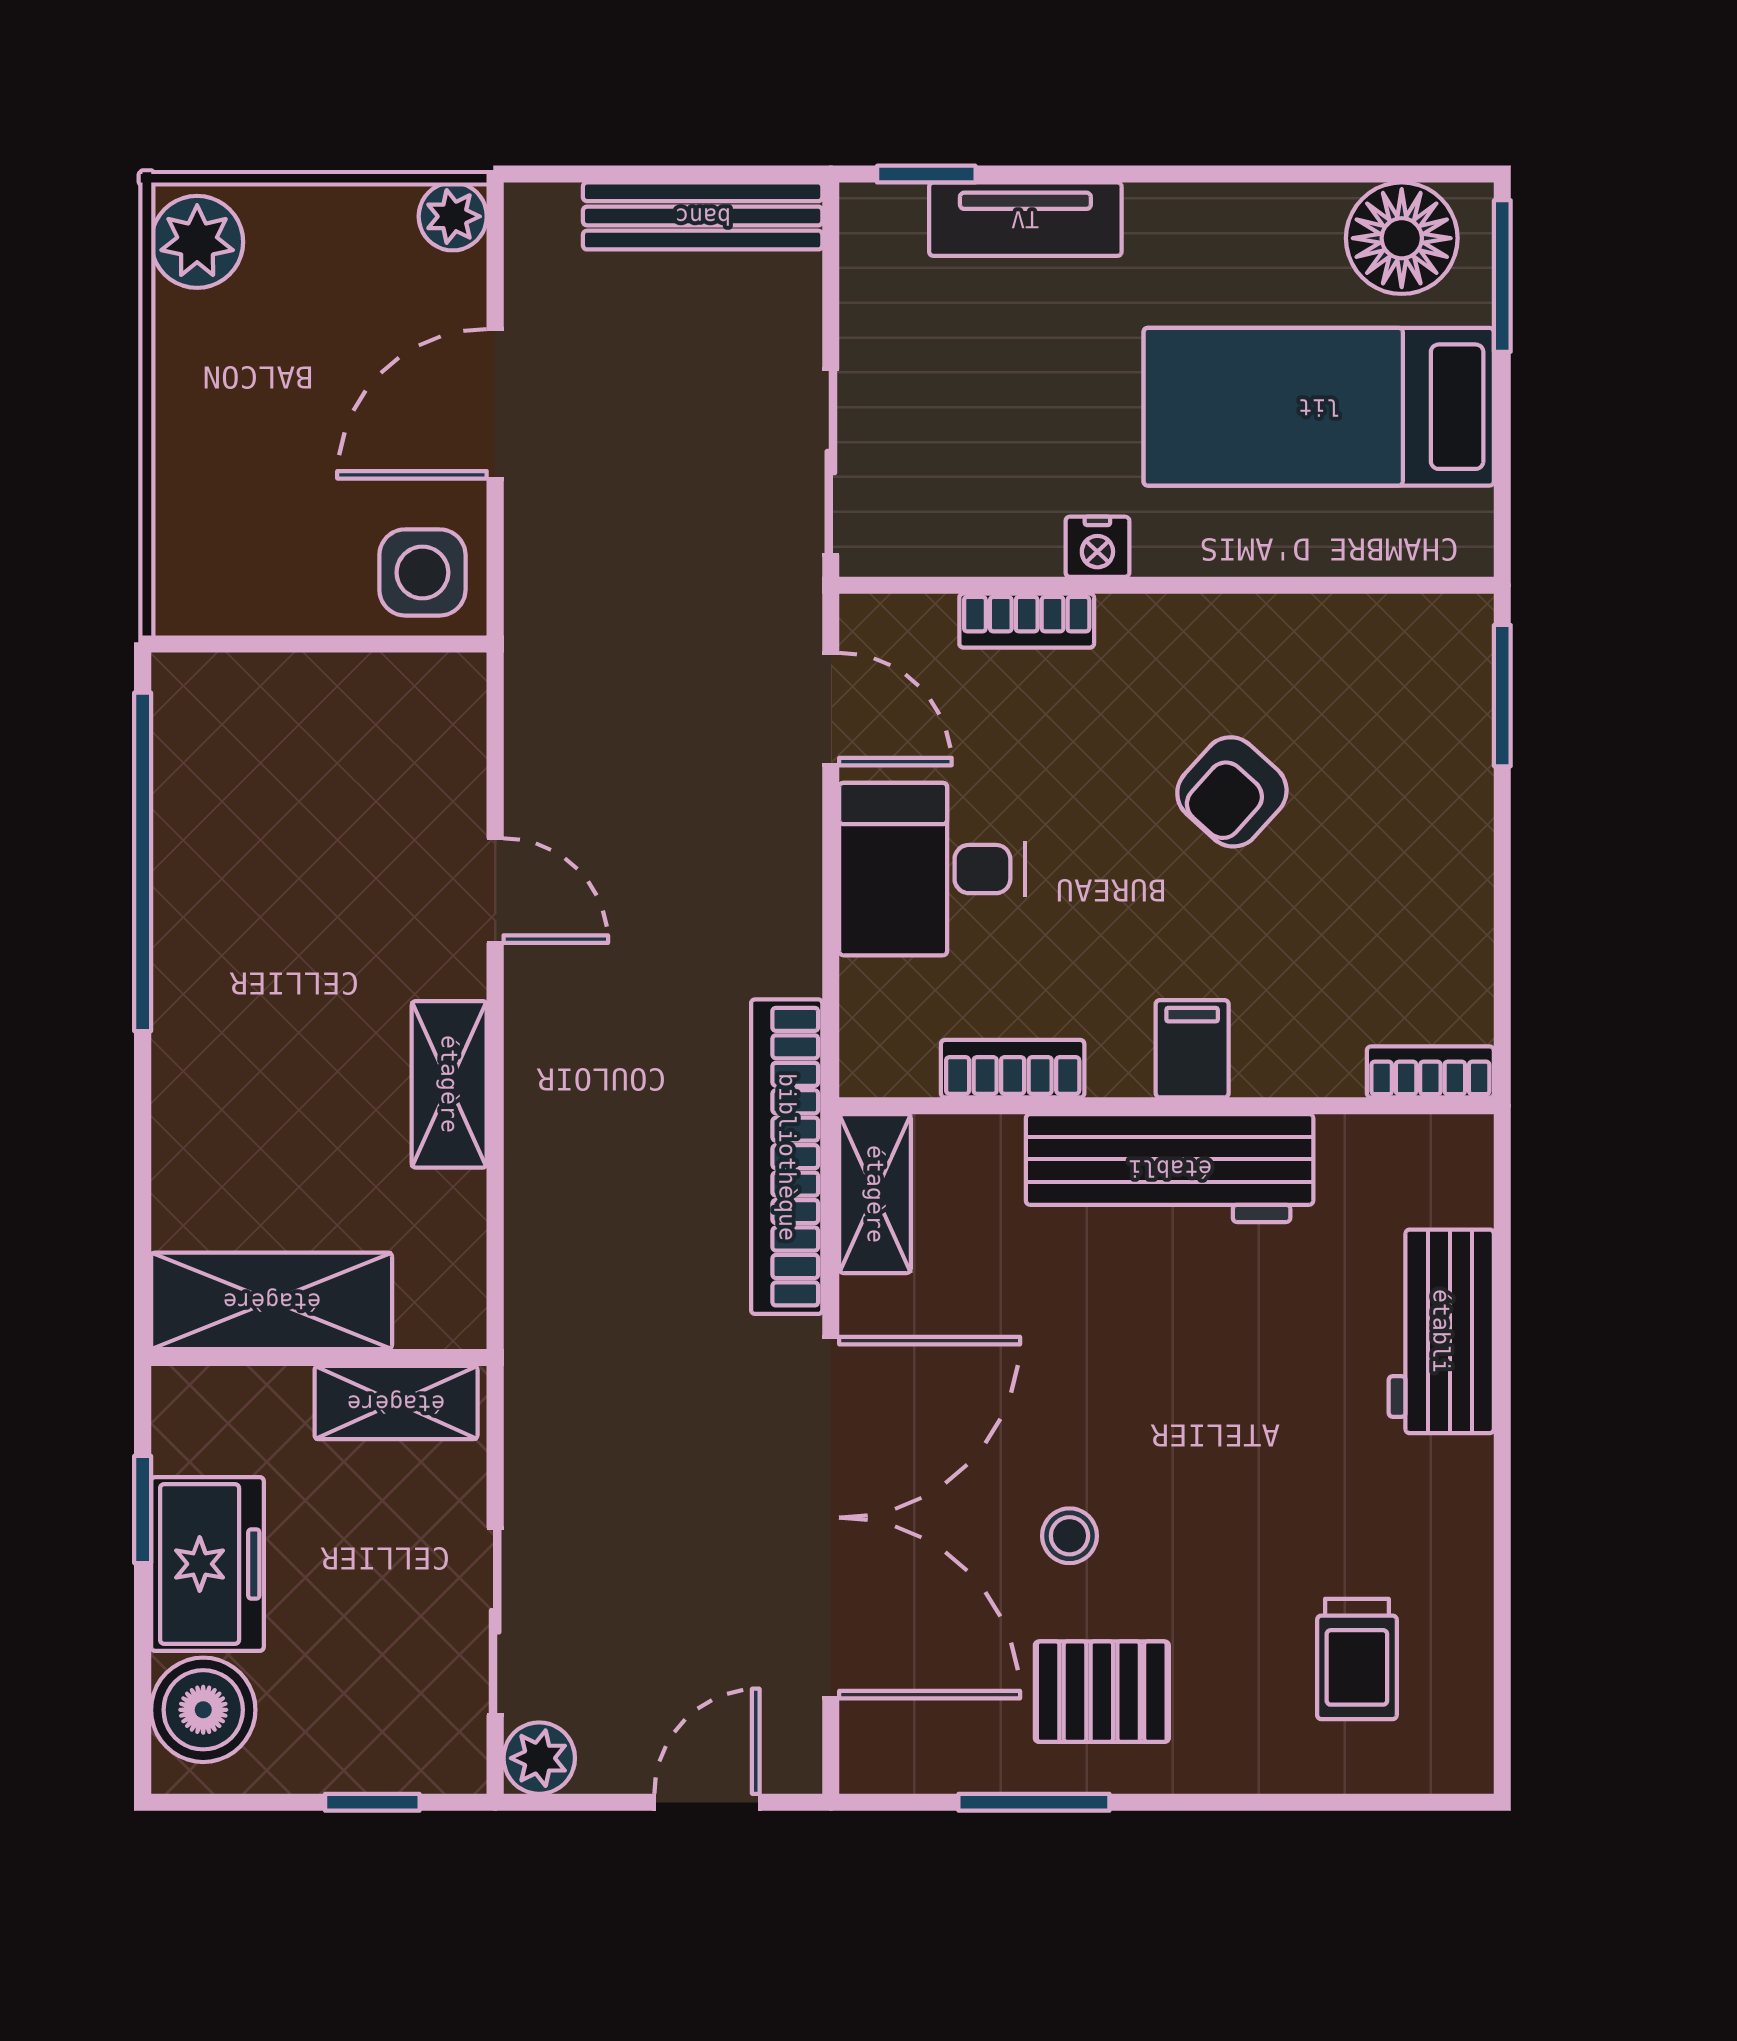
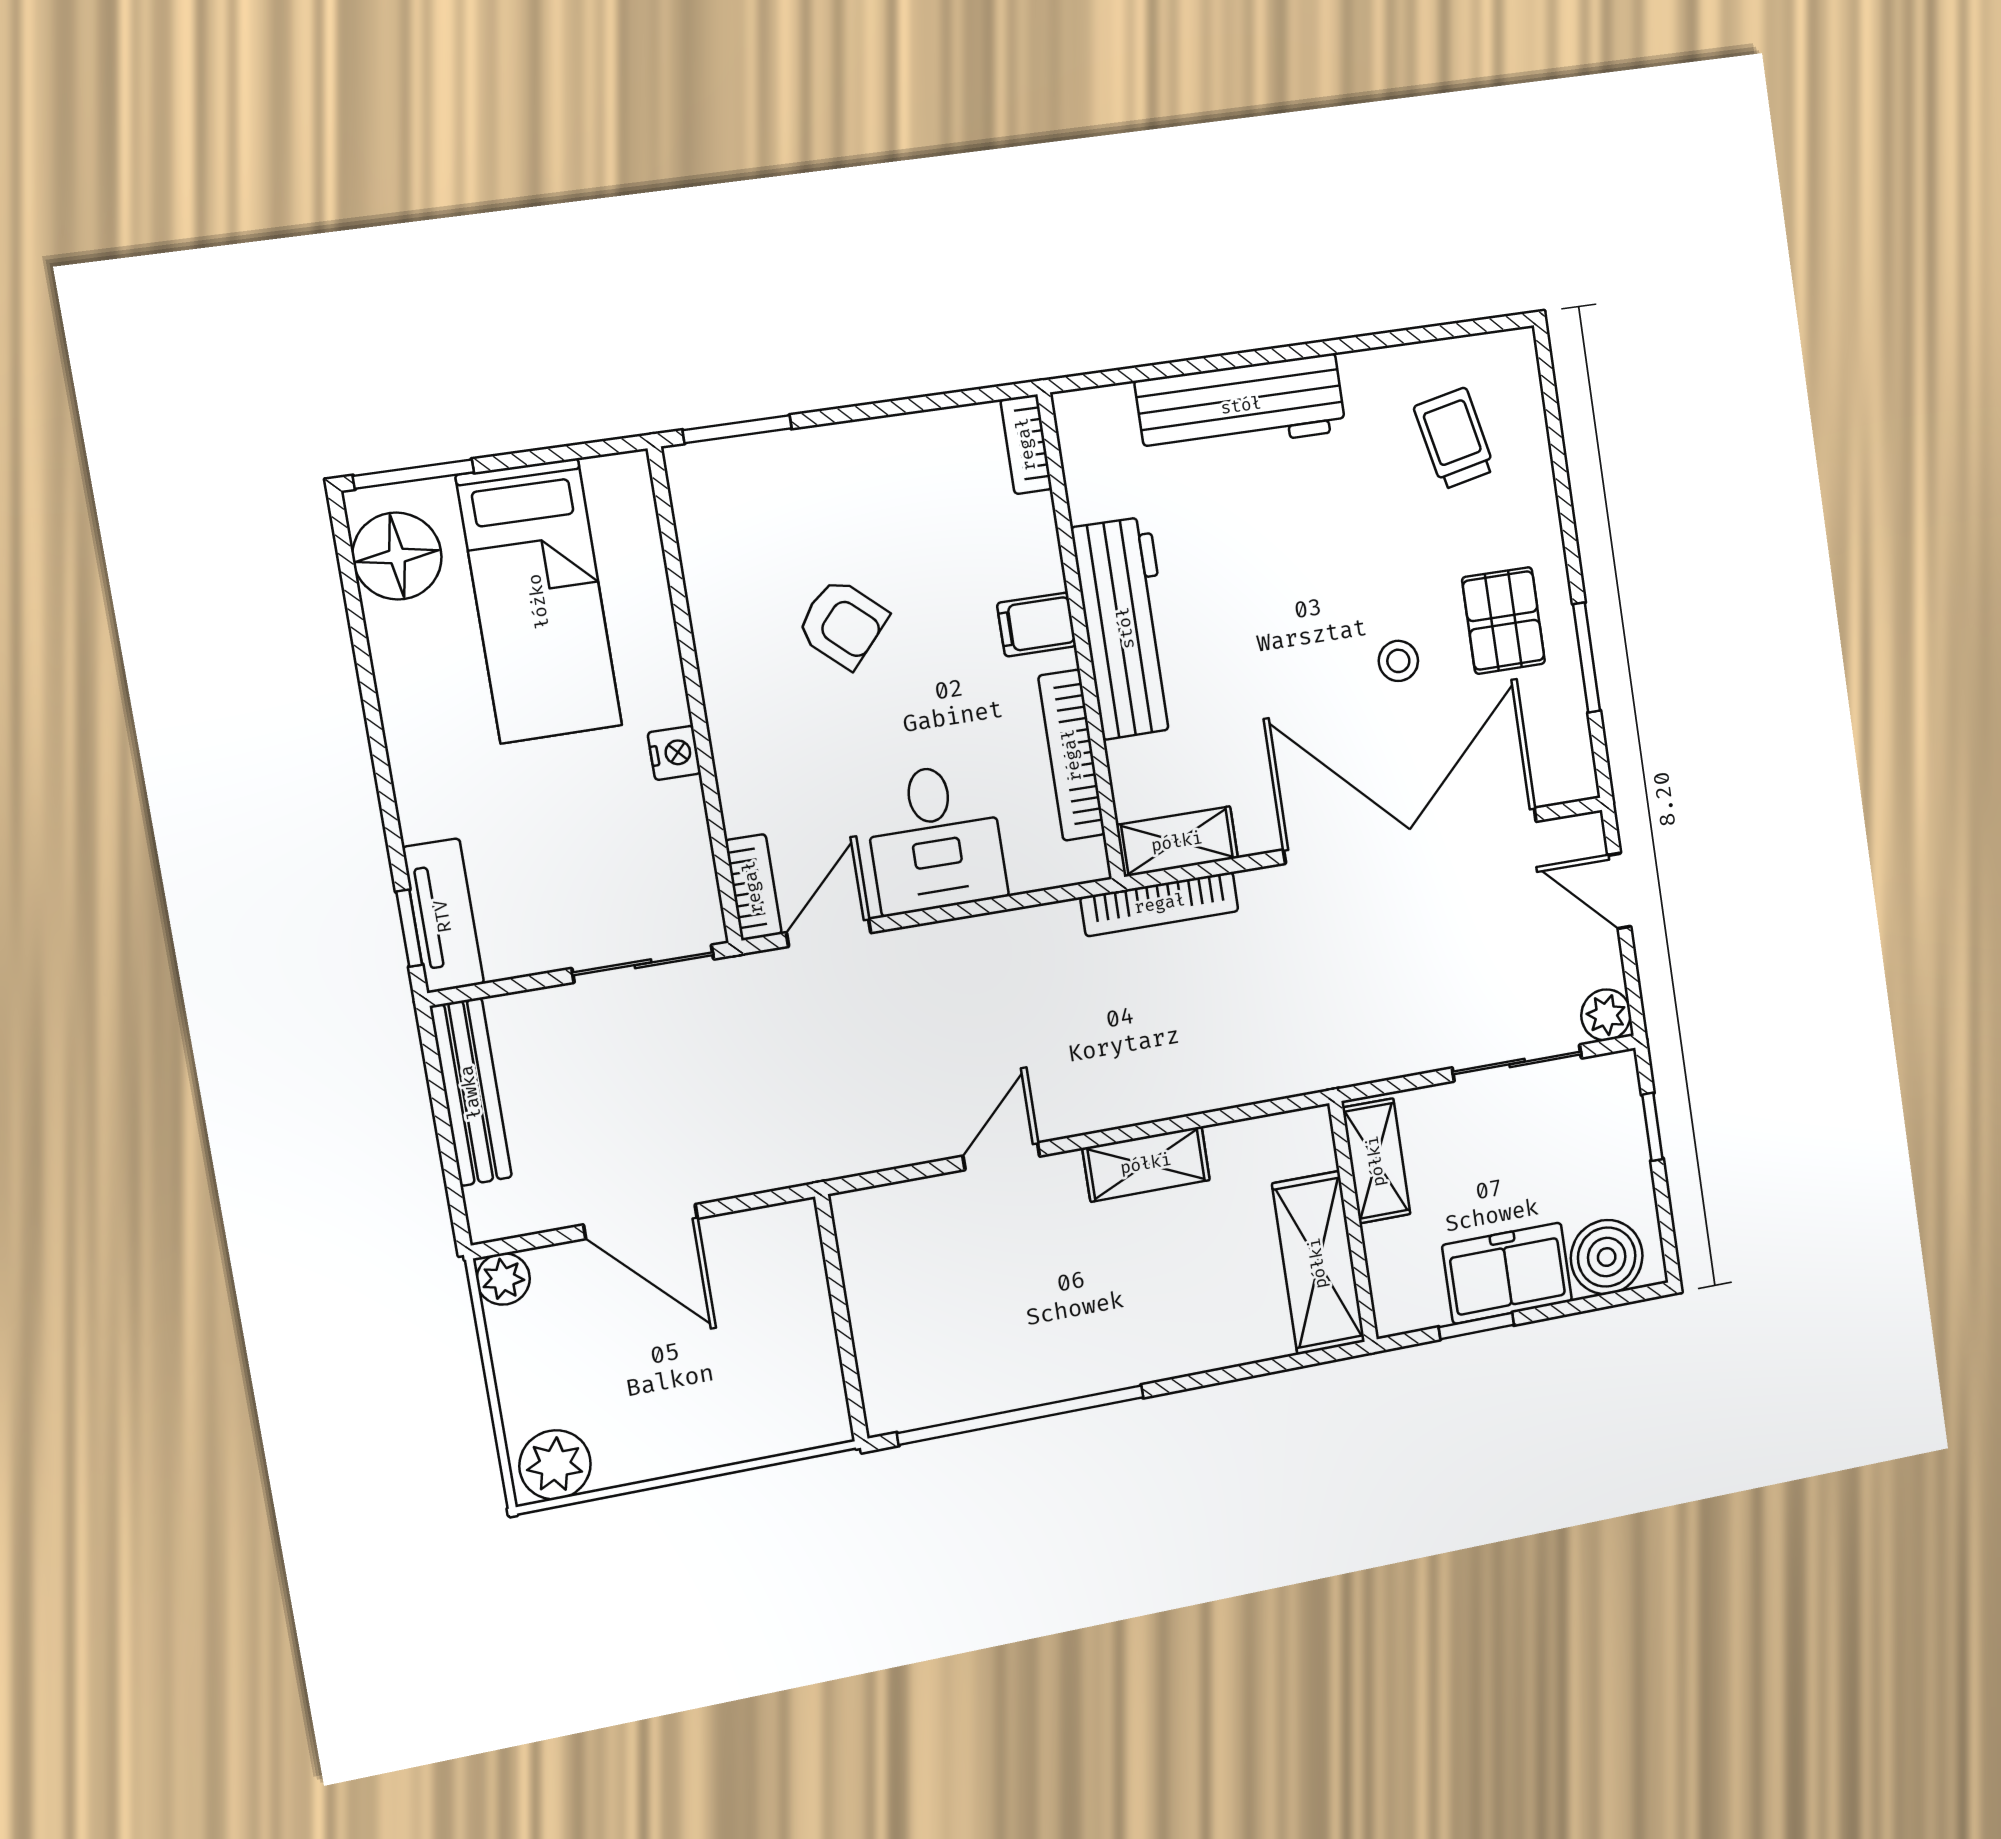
tv unit: (1025, 219) -> (443, 916), moved
side table: (422, 572) -> (776, 1252), removed
bookcase: (1027, 621) -> (753, 887), moved
bookcase: (1013, 1069) -> (1072, 755), width x1.56
bookcase: (787, 1157) -> (1160, 904), width x0.68, depth x0.76
workbench: (1441, 1331) -> (1241, 406), width x1.38
trolley: (1357, 1659) -> (1454, 438), turned -102

